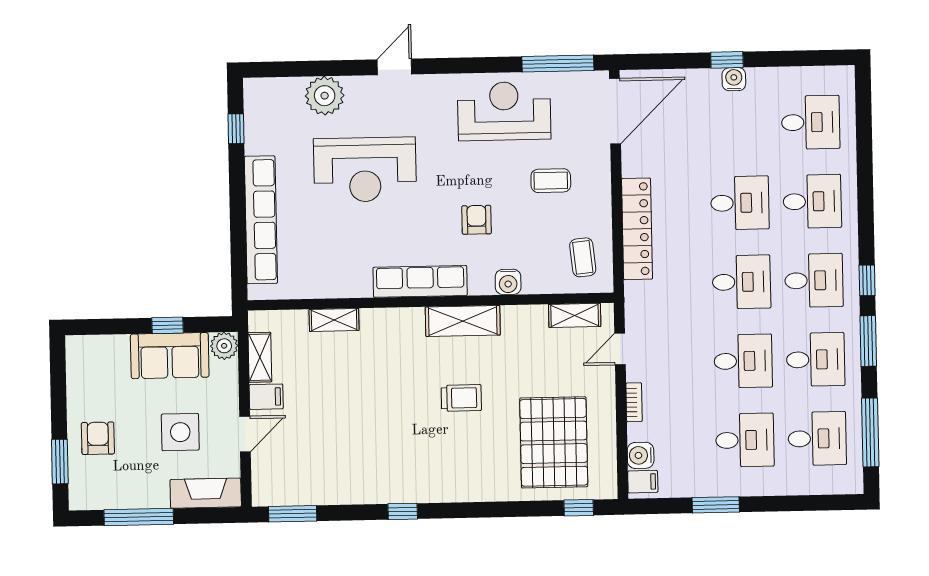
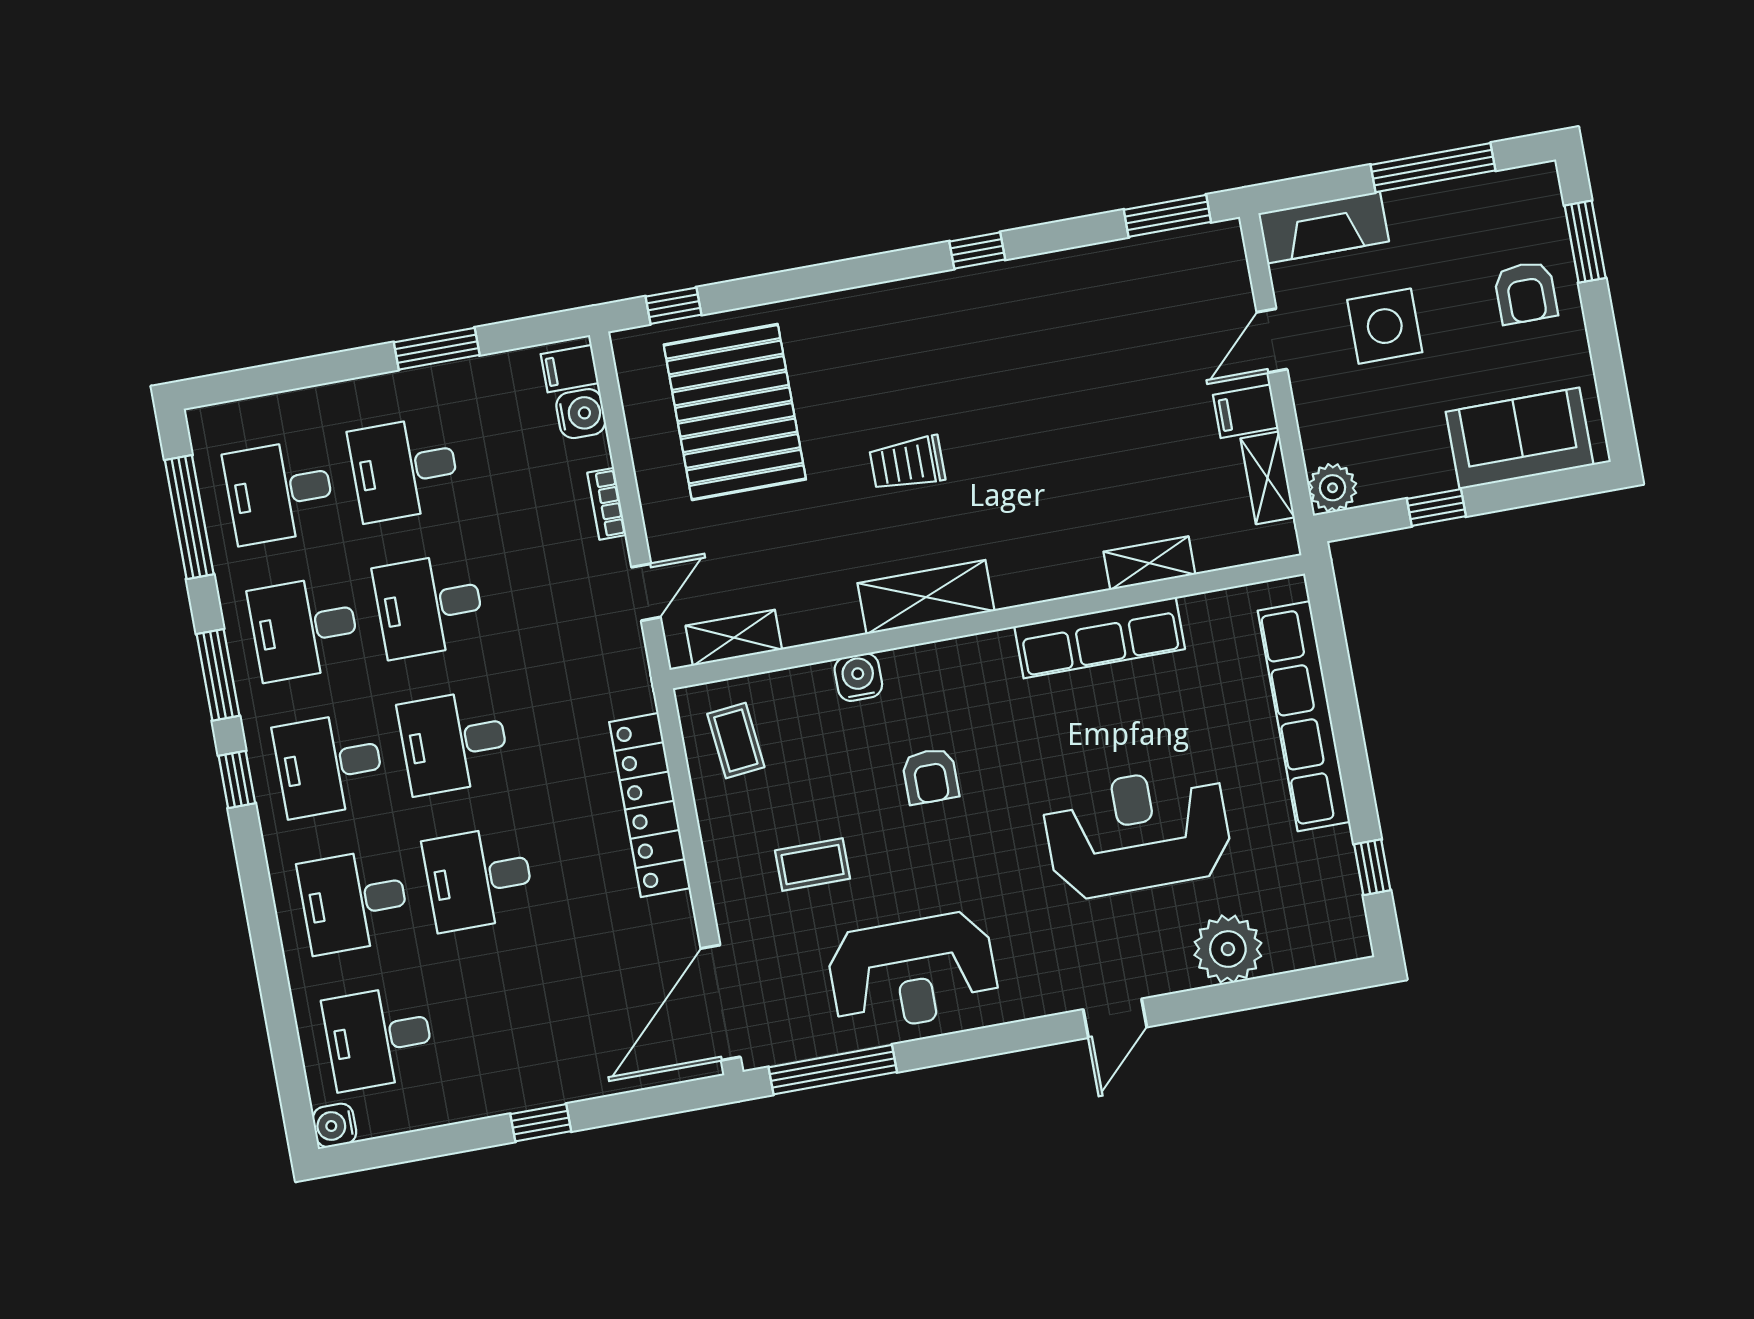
water cooler: (734, 79) -> (335, 1125), moved, turned 90
row of seats: (420, 281) -> (1100, 638), moved
sofa: (170, 356) -> (1520, 438), moved

